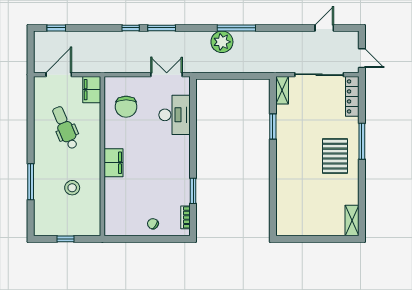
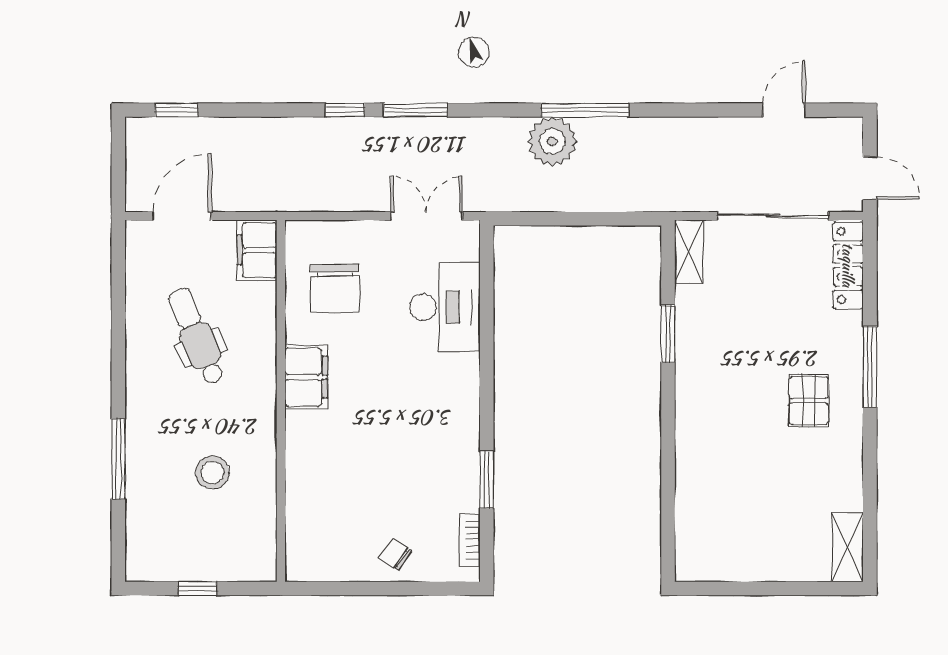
pallet: (335, 156) -> (809, 401), width x0.67, depth x0.71
filing cabinet: (113, 163) -> (306, 377), moved

